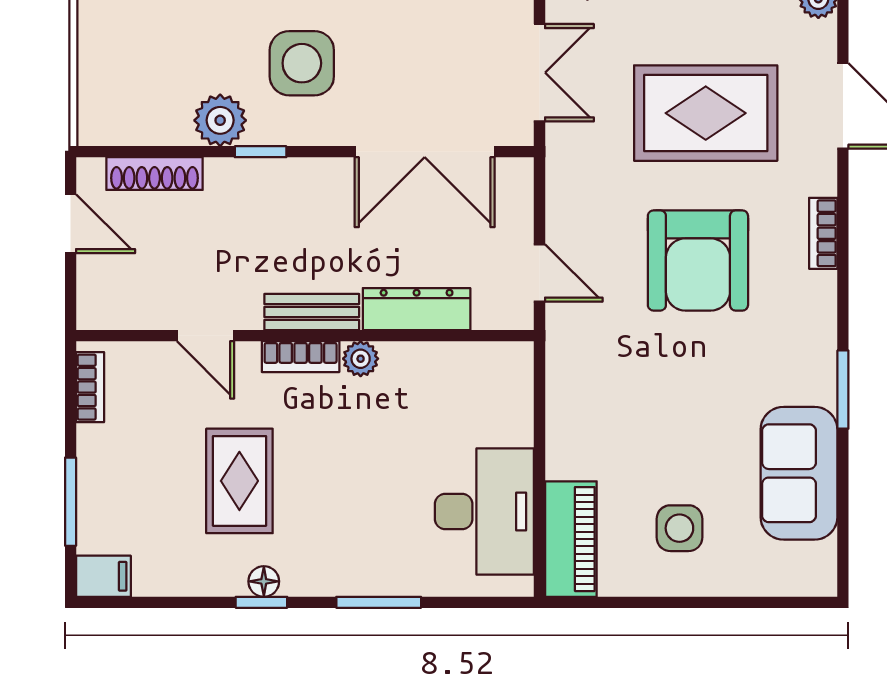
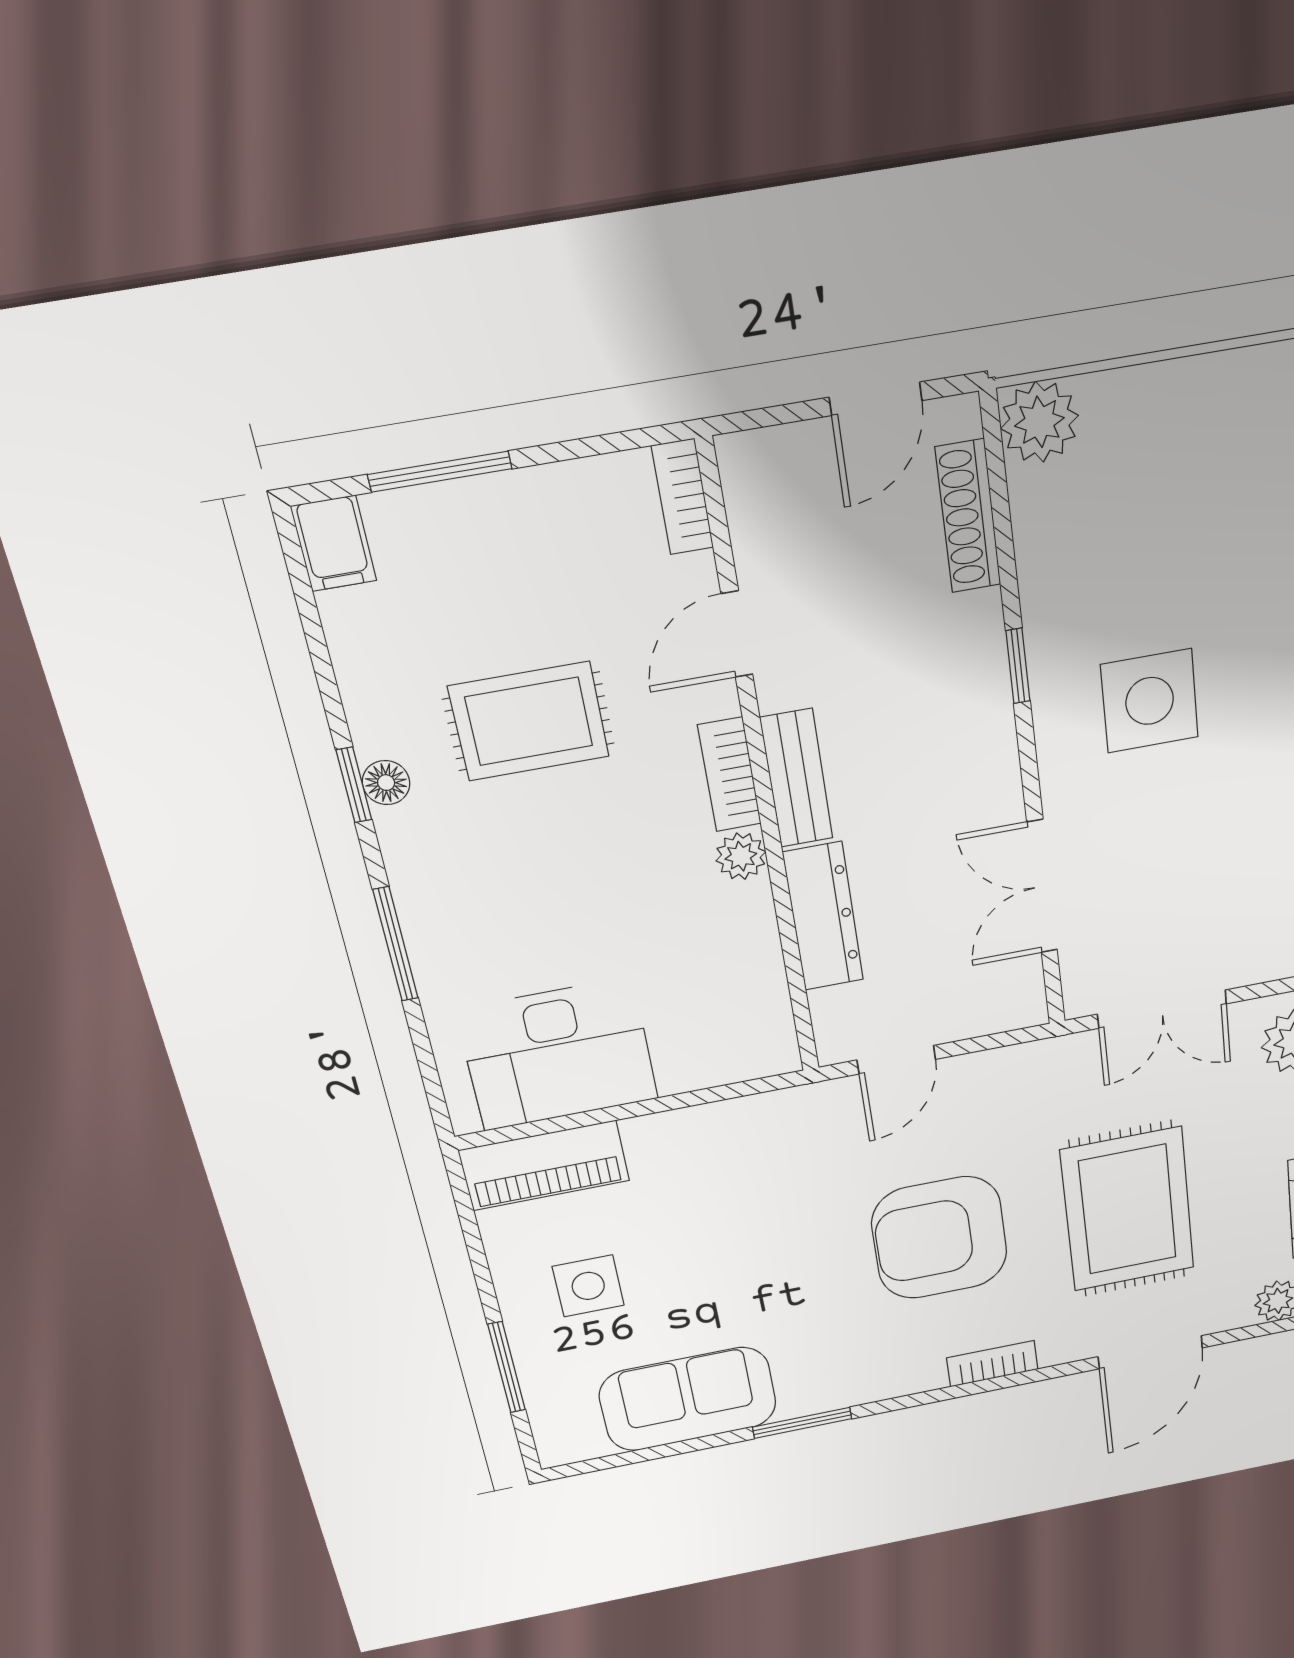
plant: (220, 120) -> (1039, 422), moved
double door: (425, 152) -> (1042, 887), width x0.73
bookcase: (90, 387) -> (683, 497), moved, turned 90
window: (737, 602) -> (507, 1367), added

